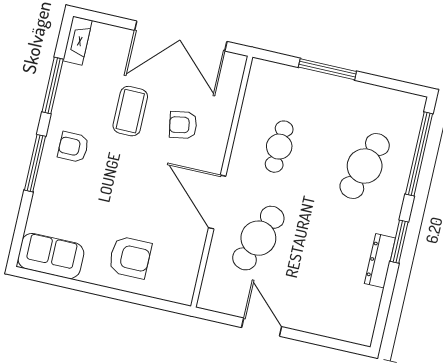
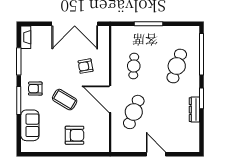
coffee table: (130, 111) -> (65, 100), moved, turned -59
sofa: (51, 256) -> (30, 125), moved, turned 90
door: (262, 327) -> (156, 154), moved

